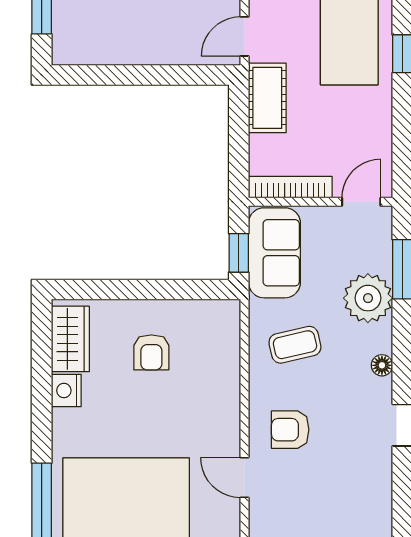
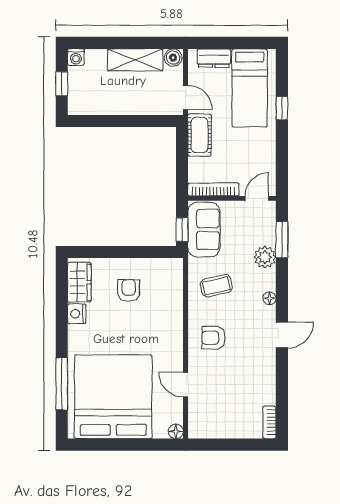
door: (245, 36) -> (186, 97), swing flipped
plant: (368, 298) -> (265, 257), width x0.73, depth x0.73
armchair: (151, 352) -> (129, 290), turned 180
door: (245, 478) -> (186, 385), moved

